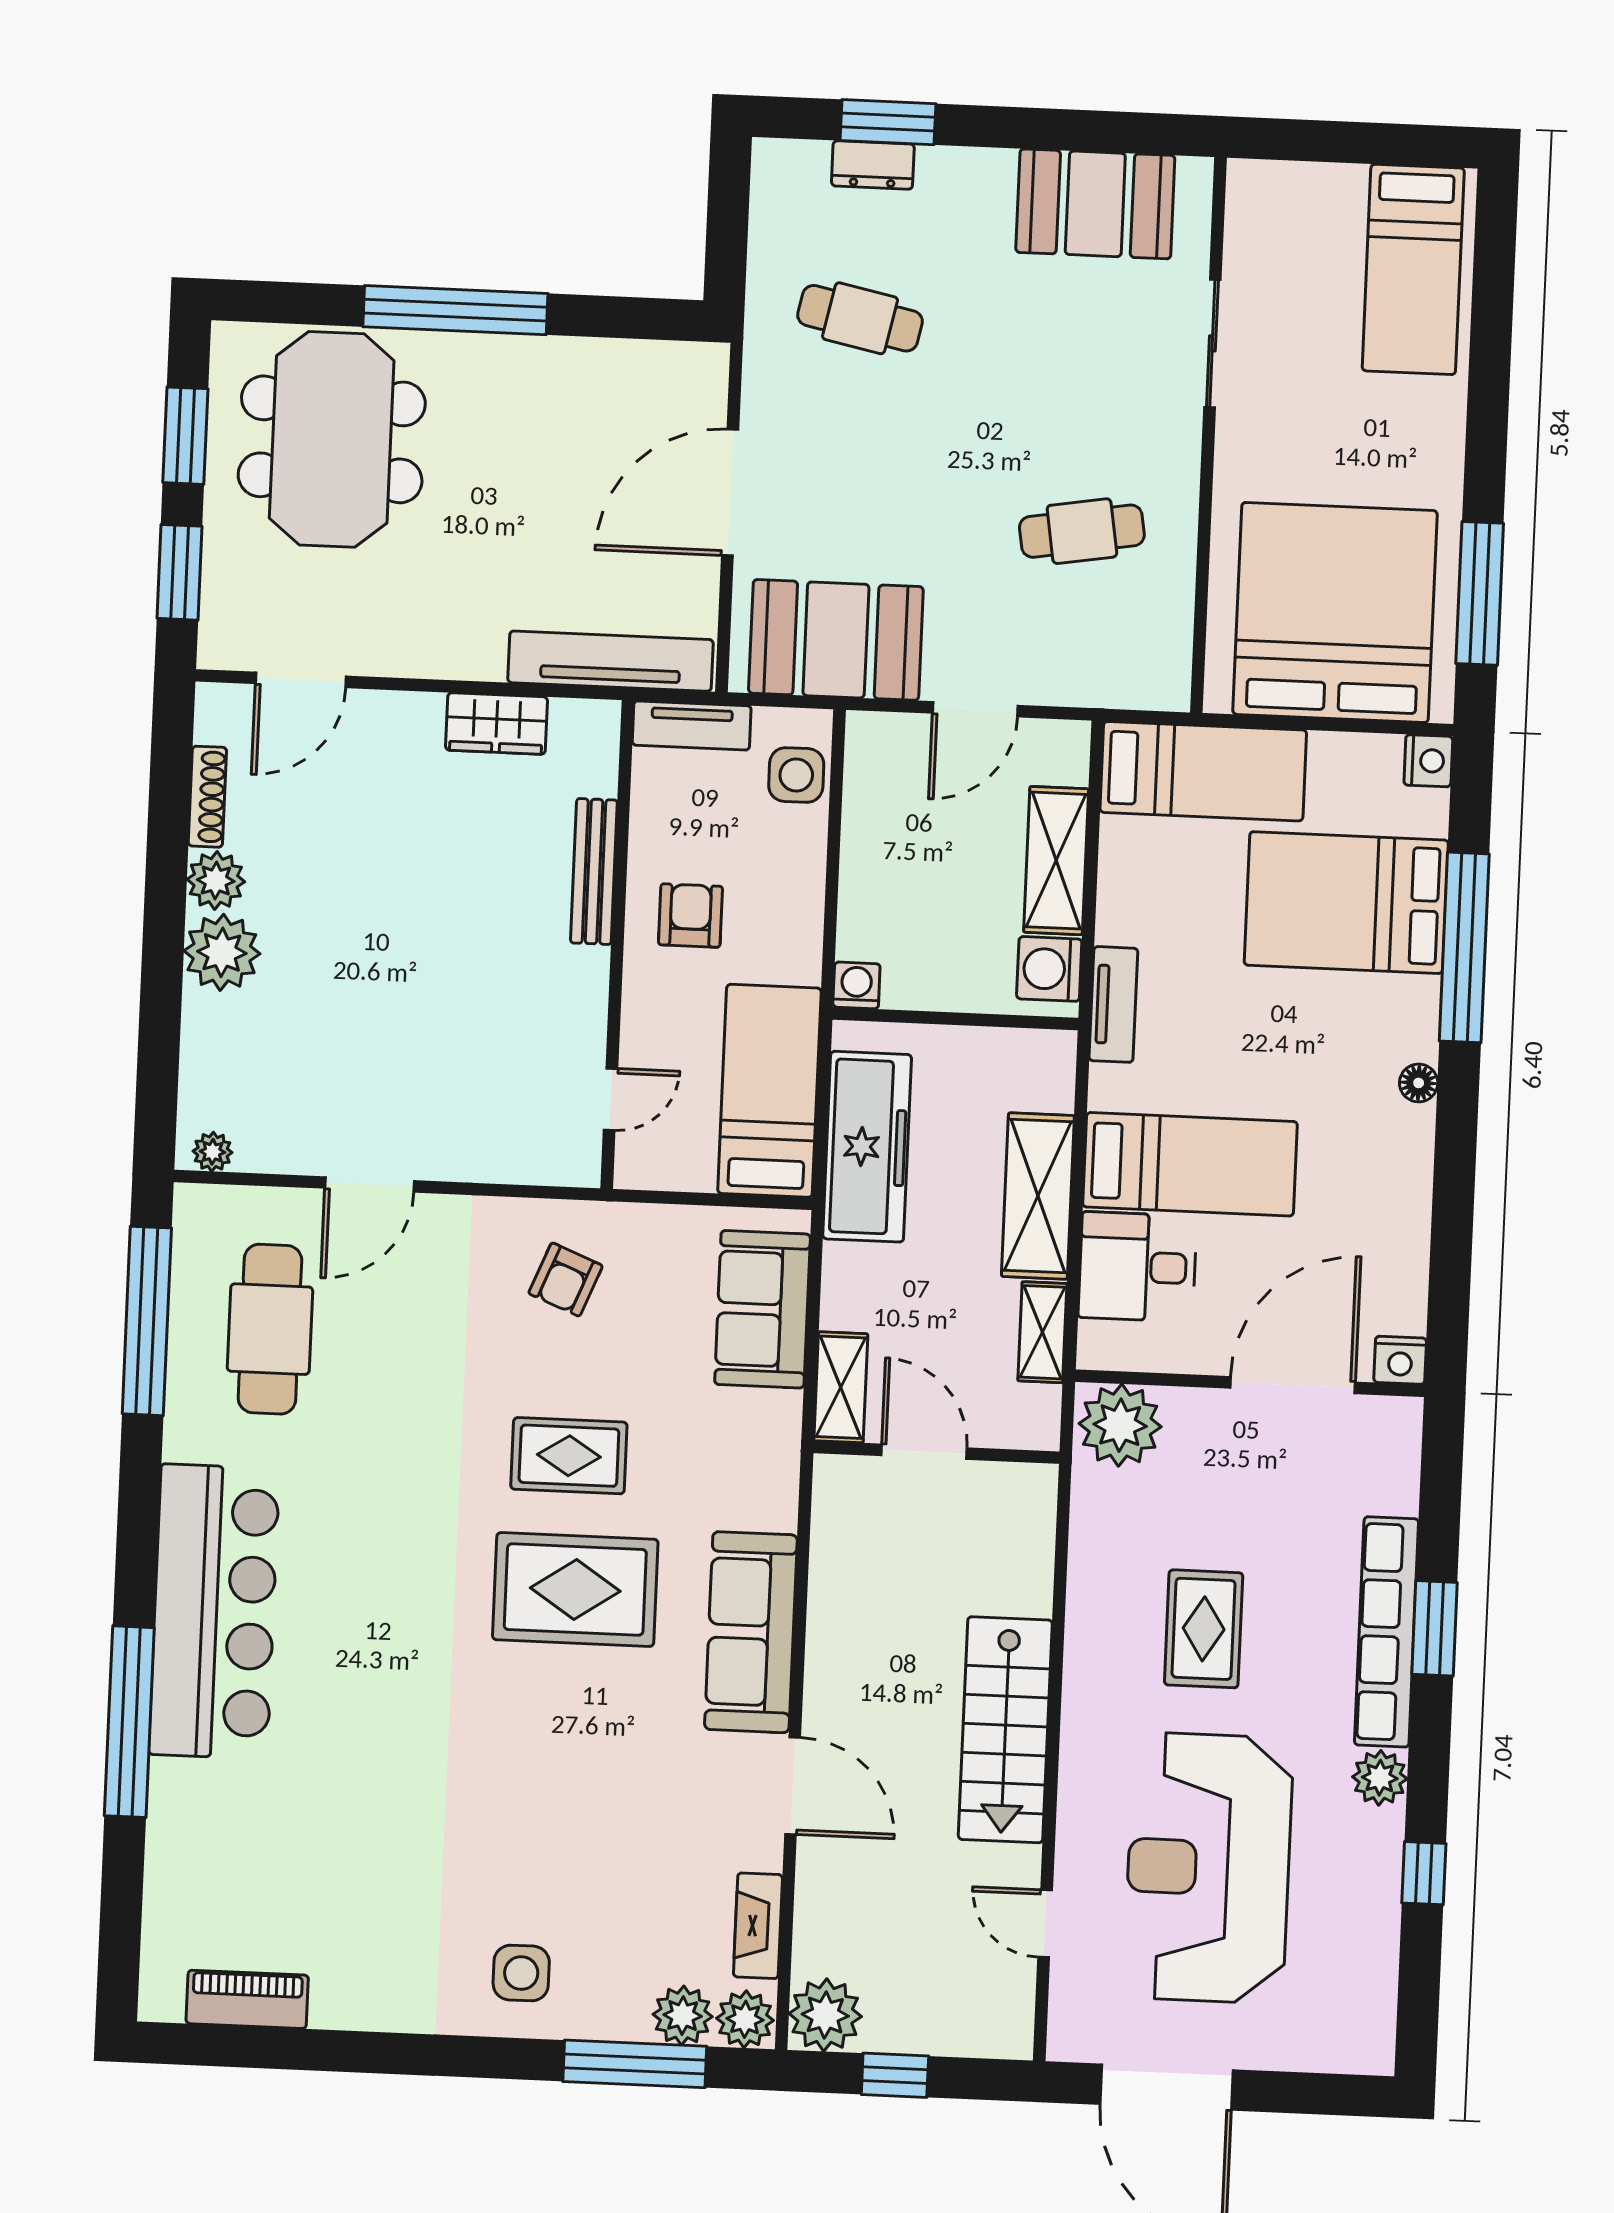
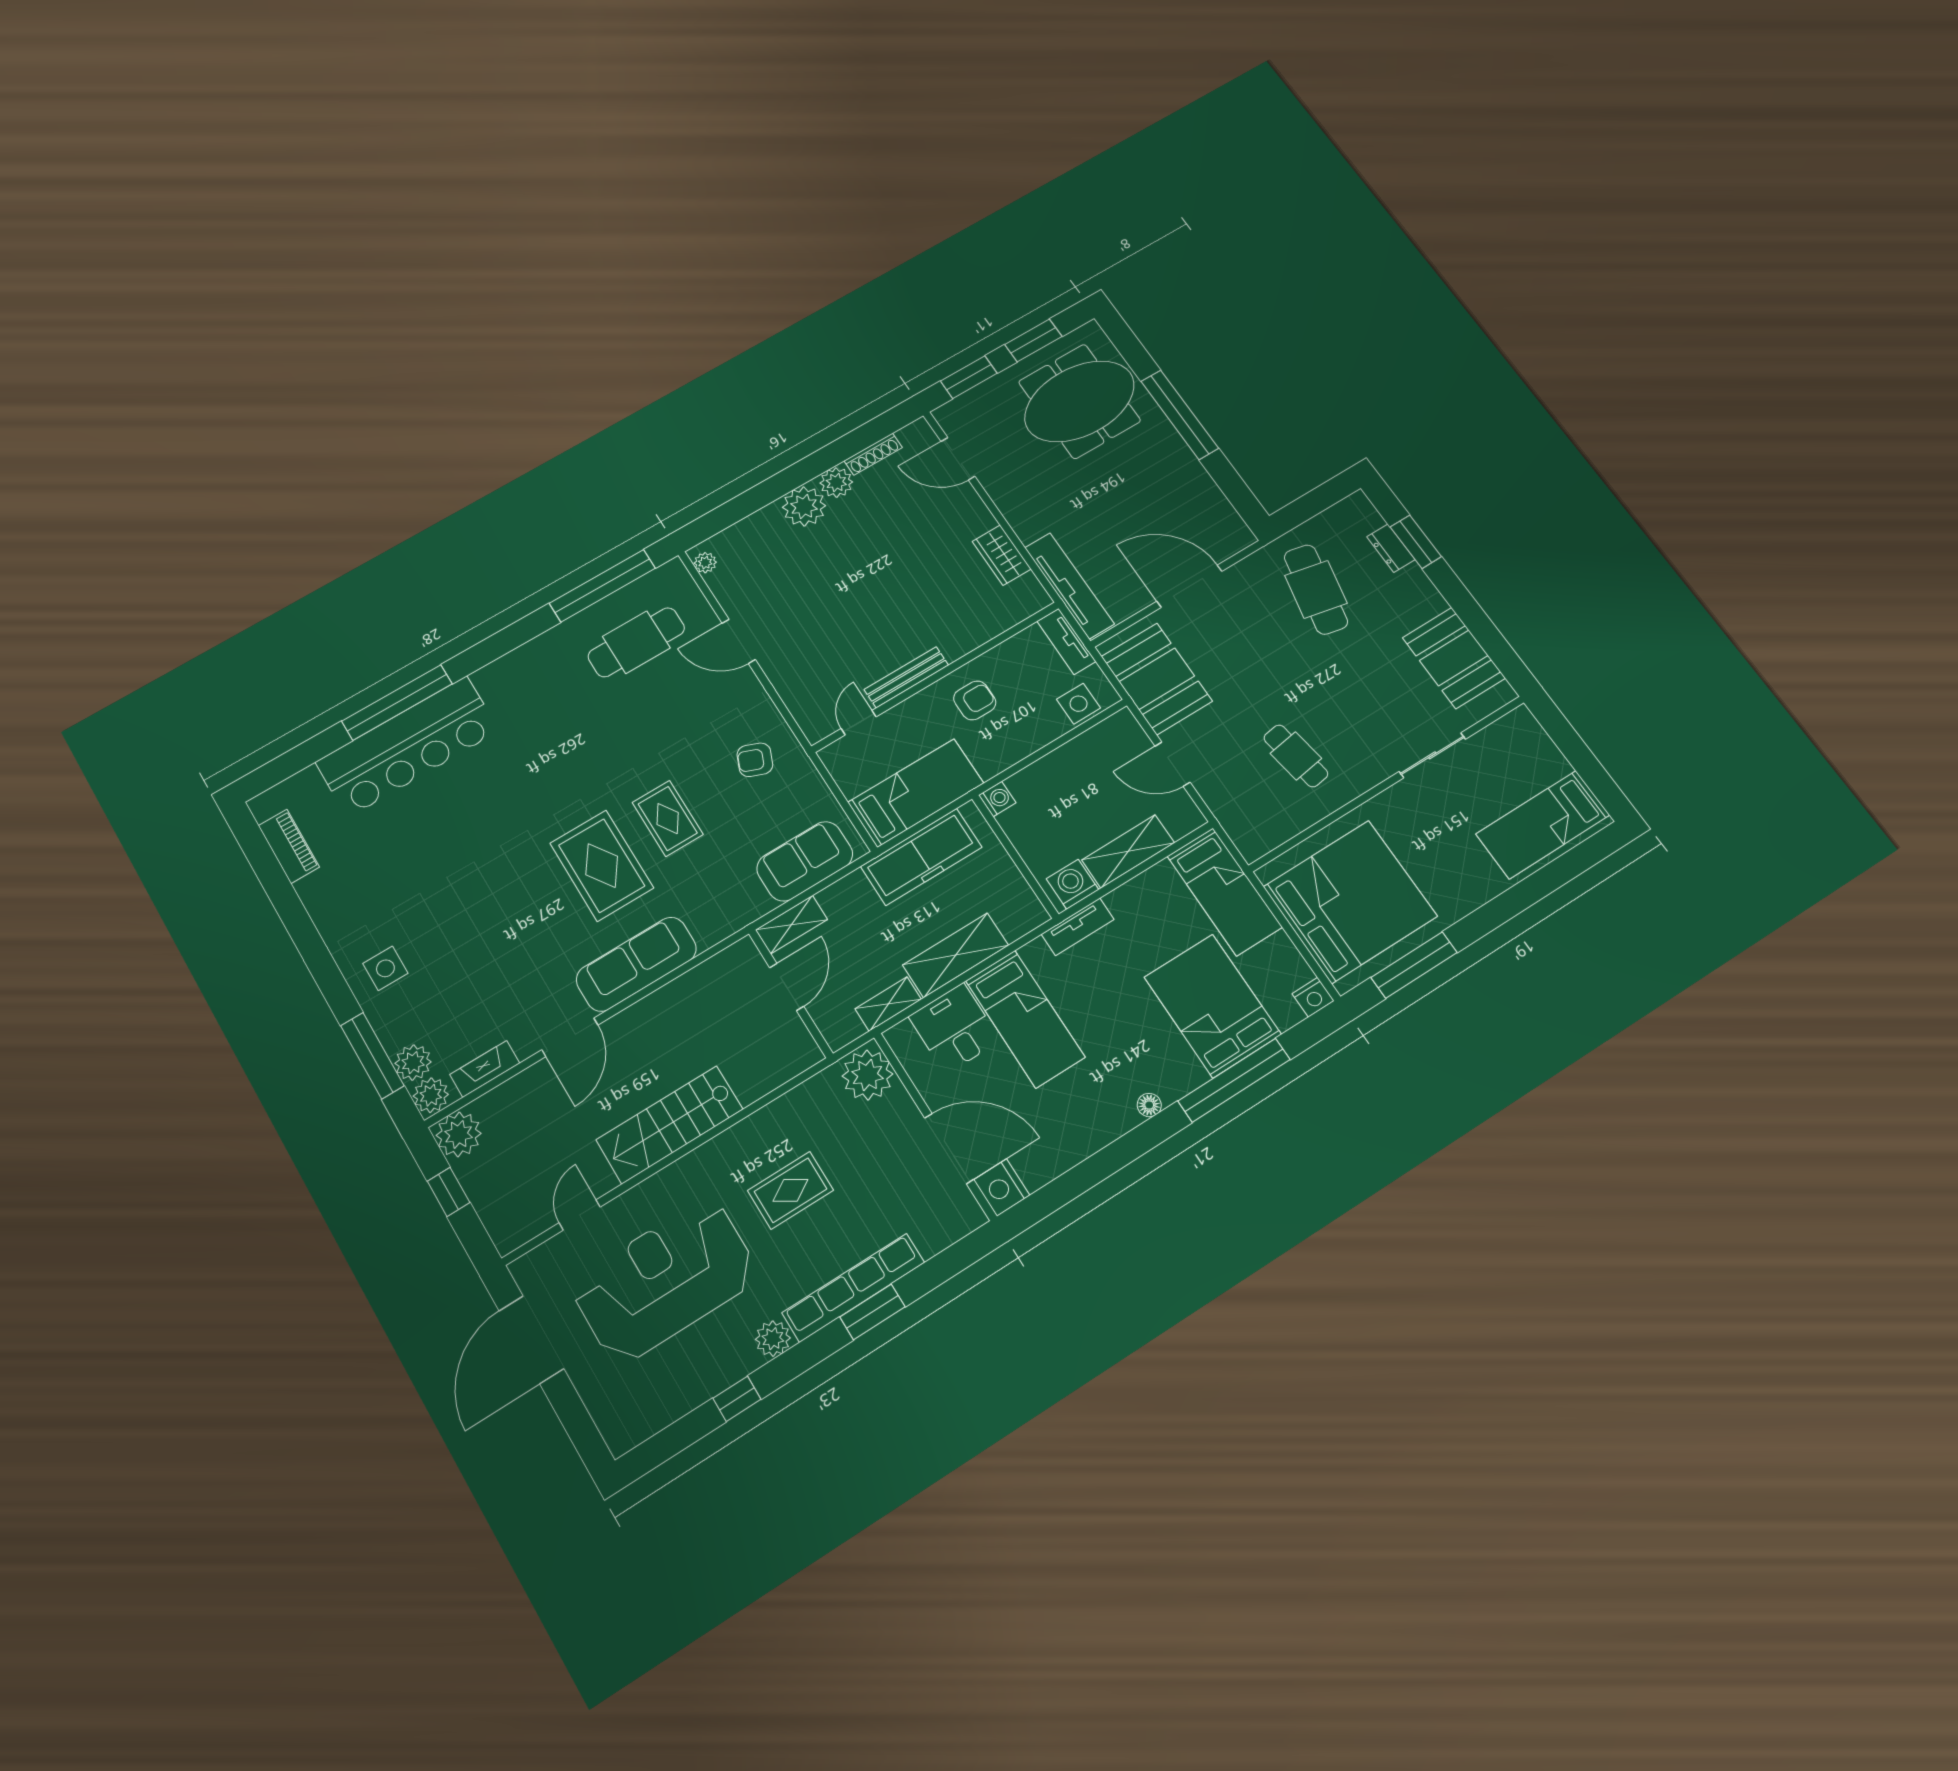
cafe table: (860, 318) -> (1316, 589), width x1.37, depth x1.35
bench: (594, 871) -> (906, 677), moved
door: (611, 1099) -> (859, 723), swing flipped
nightstand: (1400, 1360) -> (1002, 1188), width x1.36, depth x1.33
bar counter: (214, 1611) -> (408, 746), moved

